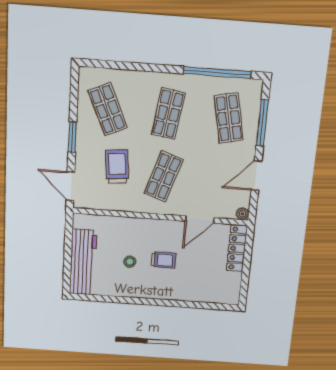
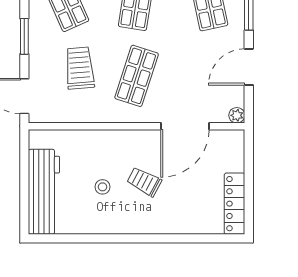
door: (200, 219) -> (185, 126), width x1.36
locker: (237, 248) -> (235, 204), moved
trolley: (163, 260) -> (144, 182), turned -152

